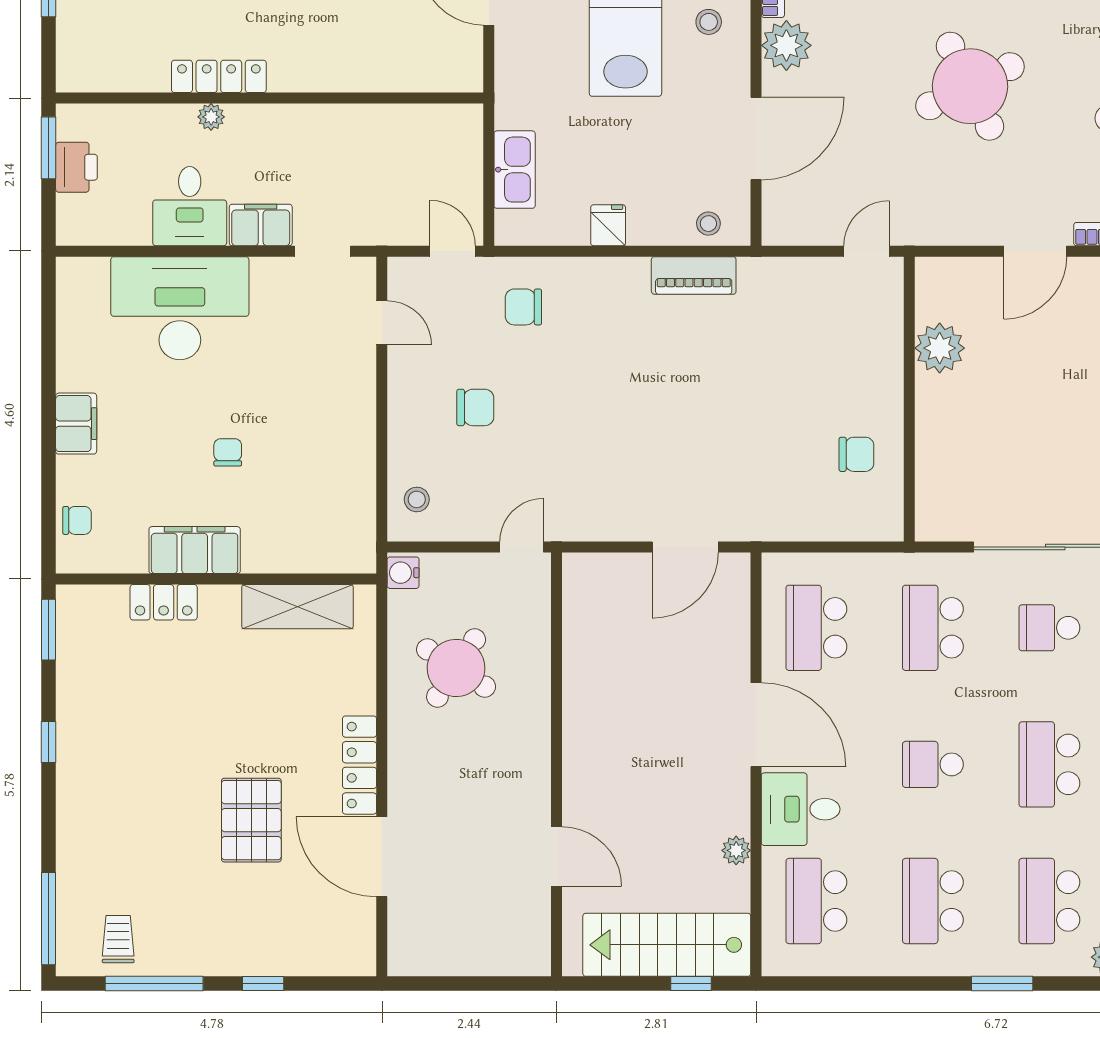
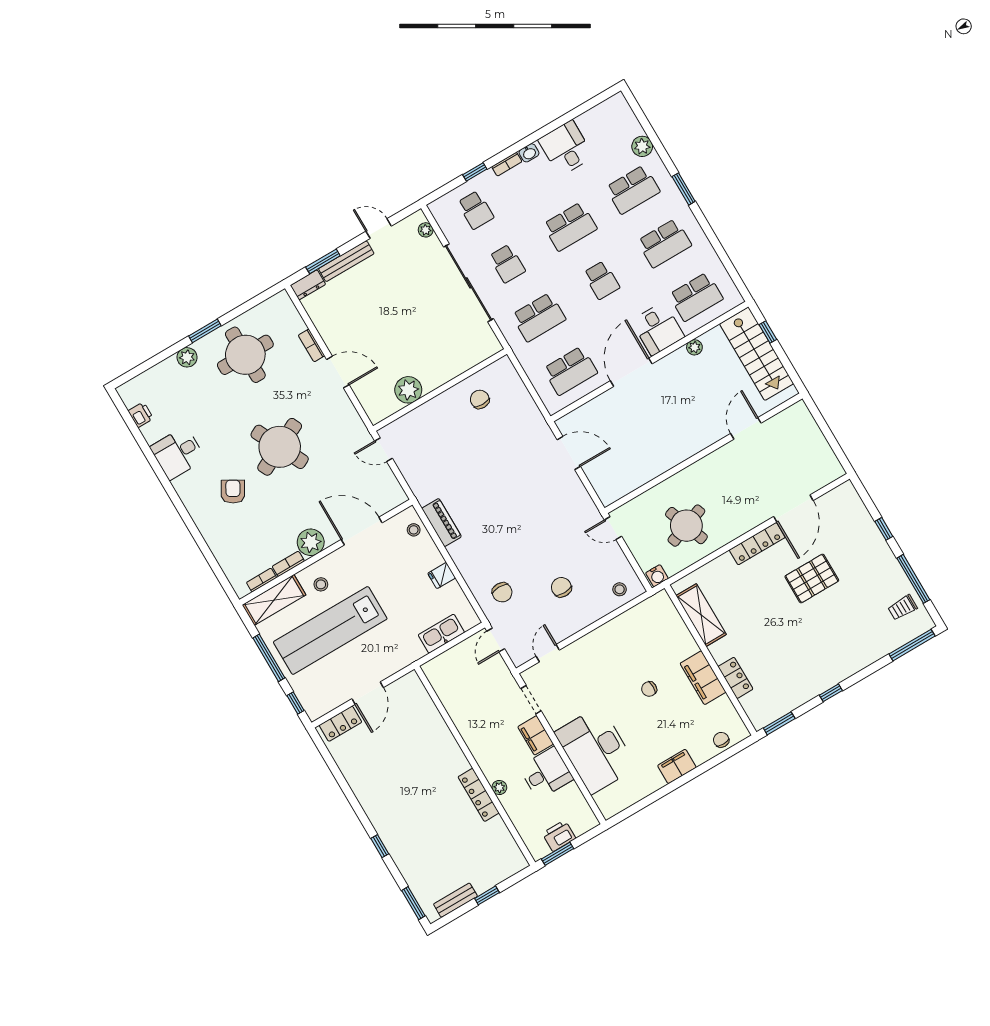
round table: (456, 668) -> (686, 526), turned 37

